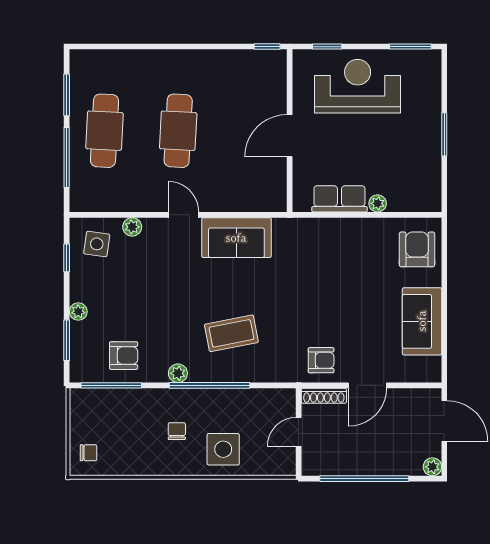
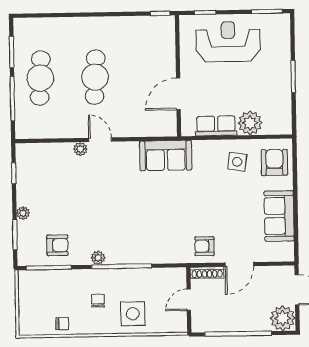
door: (290, 136) -> (178, 94), moved
plant: (378, 203) -> (250, 123), width x1.88, depth x1.88
plant: (132, 227) -> (80, 149), moved
sofa: (236, 238) -> (166, 156), moved
side table: (97, 244) -> (237, 162), moved
coffee table: (231, 333) -> (137, 227), removed
armchair: (321, 360) -> (204, 246), turned 180
chair: (88, 453) -> (62, 324), moved
plant: (432, 467) -> (283, 318), width x1.87, depth x1.87

